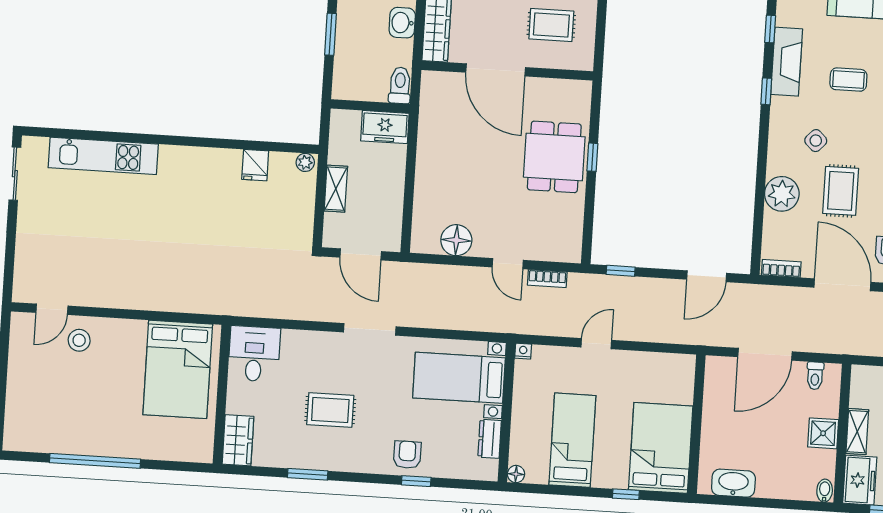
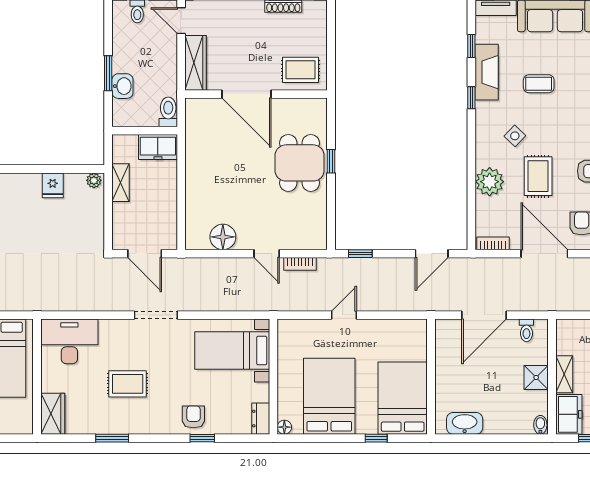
washbasin: (402, 23) -> (122, 86), moved, turned 180
rug: (551, 25) -> (301, 70), moved
shelving: (336, 189) -> (121, 183), moved
nightstand: (523, 351) -> (284, 325), removed
desk: (254, 354) -> (69, 341), width x1.37
dresser: (490, 439) -> (261, 419), moved
bed: (572, 440) -> (329, 396), width x1.50

